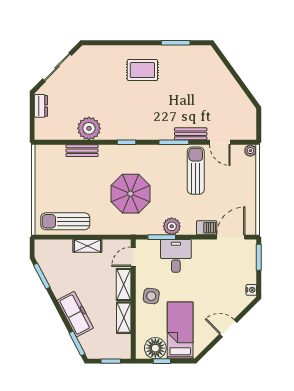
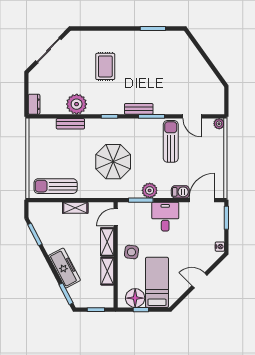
rug: (142, 70) -> (105, 66), moved, turned 90
dresser: (41, 106) -> (34, 104), moved
bench: (191, 134) -> (139, 109), moved
desk: (176, 256) -> (165, 217), moved

